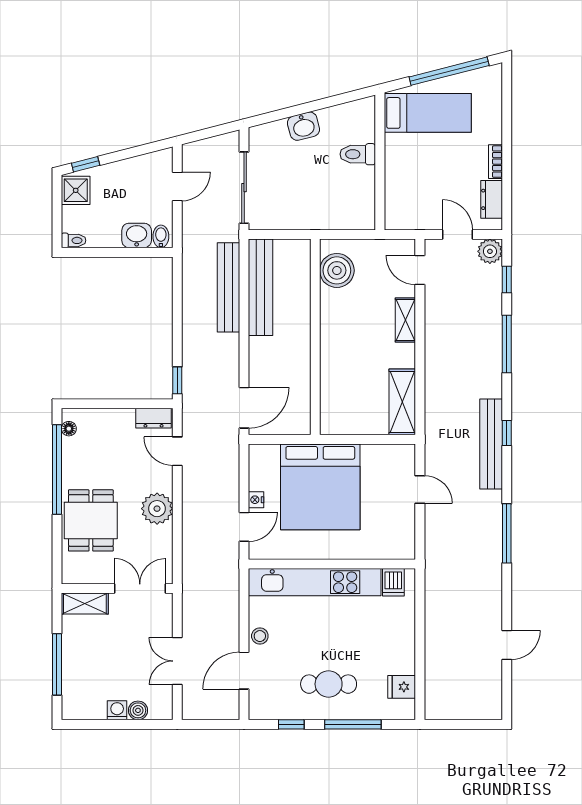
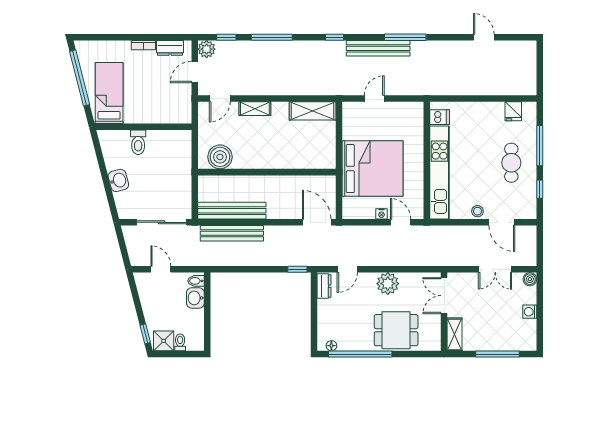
toilet: (74, 240) -> (180, 342), moved
bench: (491, 444) -> (378, 48), moved
boiler: (138, 710) -> (530, 279), moved

